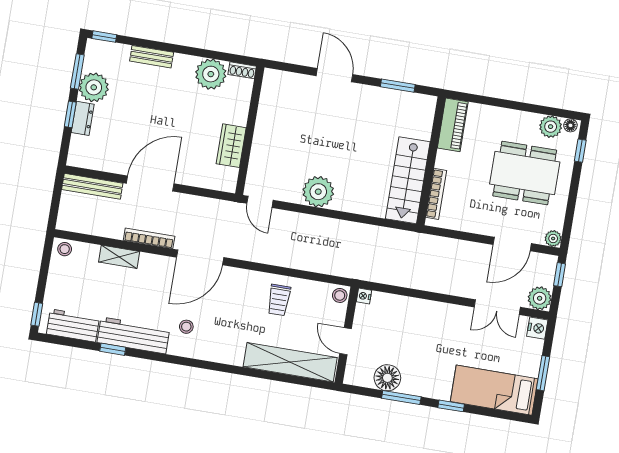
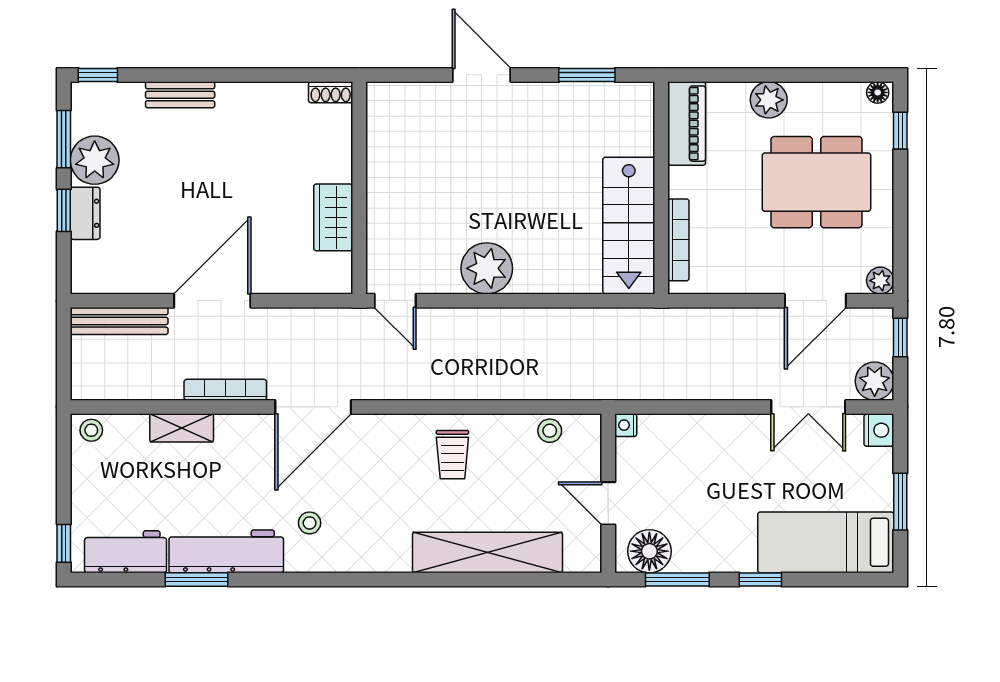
plant: (211, 74) -> (281, 107), removed
plant: (551, 127) -> (769, 100), moved
nightstand: (364, 296) -> (626, 425), moved
wall: (347, 335) -> (608, 493), moved
door: (346, 341) -> (608, 503), moved
window: (113, 349) -> (196, 580), width x1.50

